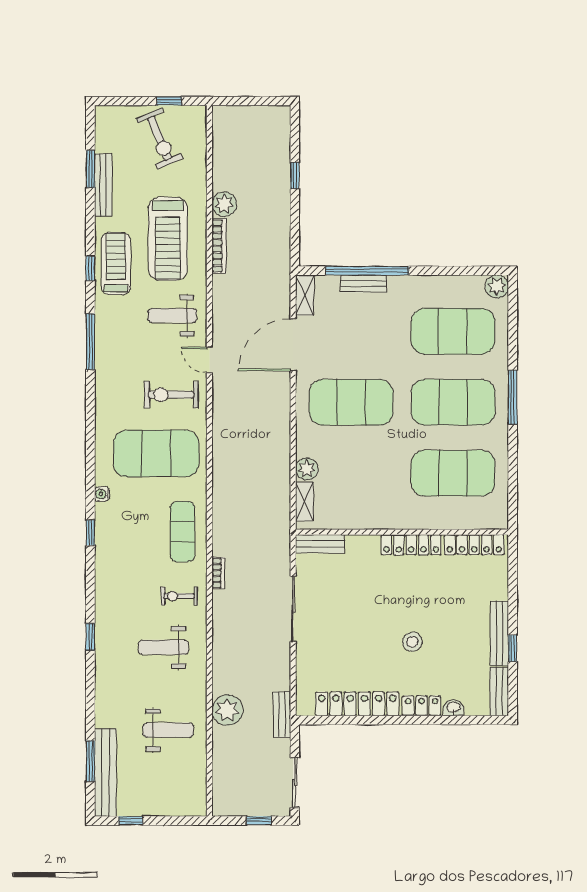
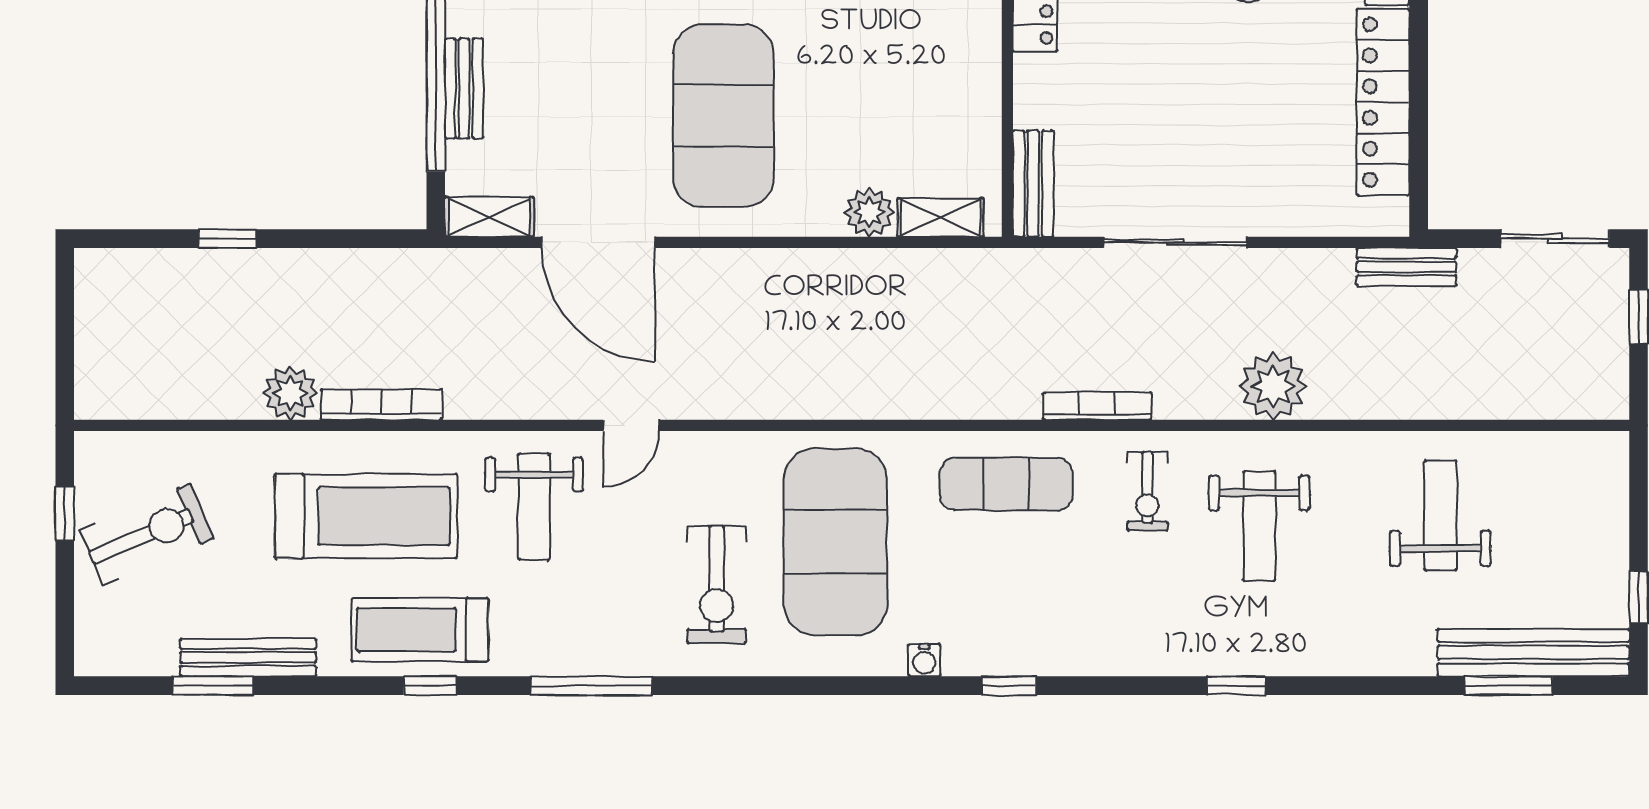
exercise bike: (171, 395) -> (717, 584), moved
bookcase: (218, 573) -> (1097, 406), width x1.56
plant: (227, 710) -> (1273, 386), moved

